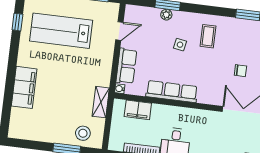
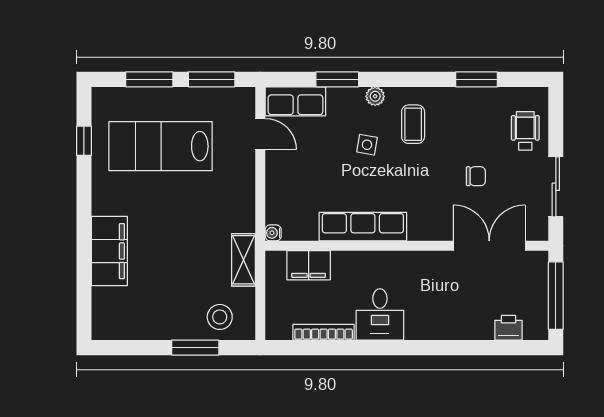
plant: (166, 15) -> (375, 96), moved
door: (119, 31) -> (260, 134), hinge flipped
row of seats: (126, 66) -> (295, 101), moved, turned 90

